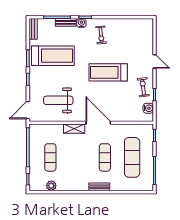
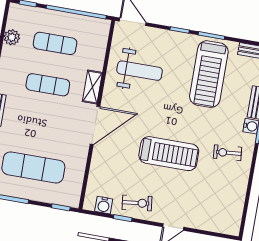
treadmill: (108, 72) -> (169, 154), turned 90
weight bench: (58, 100) -> (140, 71), turned 90
exercise mat: (105, 157) -> (48, 85), moved

